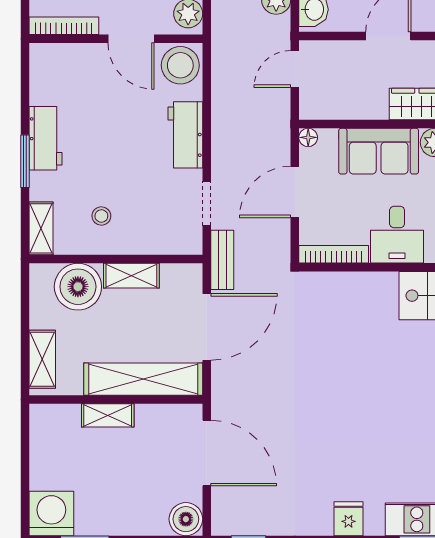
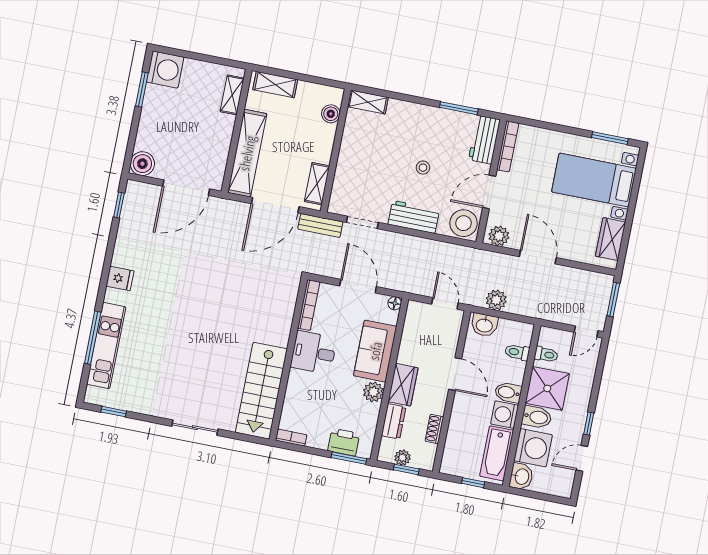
workbench: (45, 138) -> (484, 140), moved, turned 90
window: (25, 161) -> (459, 108), moved
stool: (101, 216) -> (423, 168), moved
shelving: (131, 276) -> (317, 184), moved
boiler: (78, 287) -> (331, 114), width x0.54, depth x0.54
door: (207, 327) -> (275, 205), hinge flipped
shelving: (108, 415) -> (232, 95), moved

